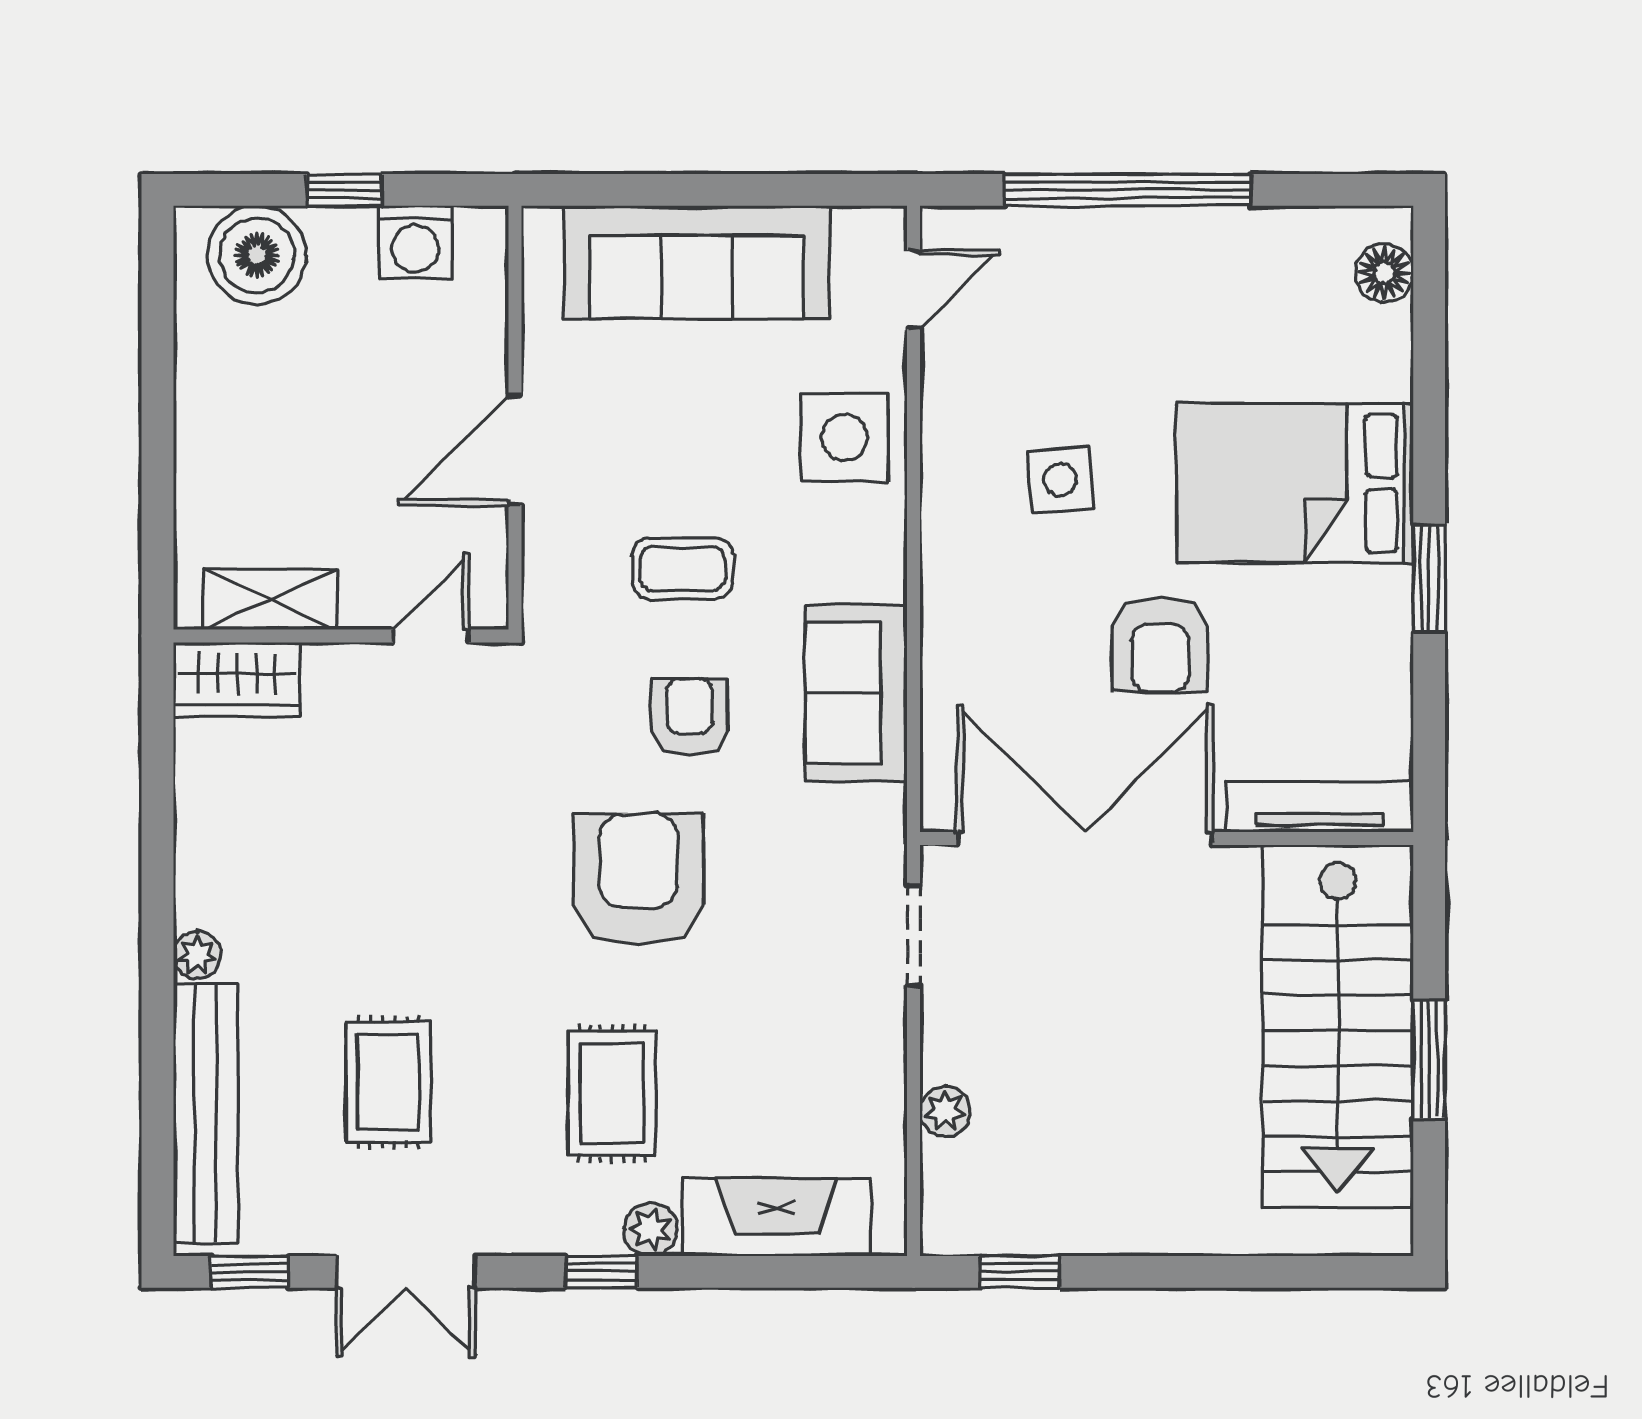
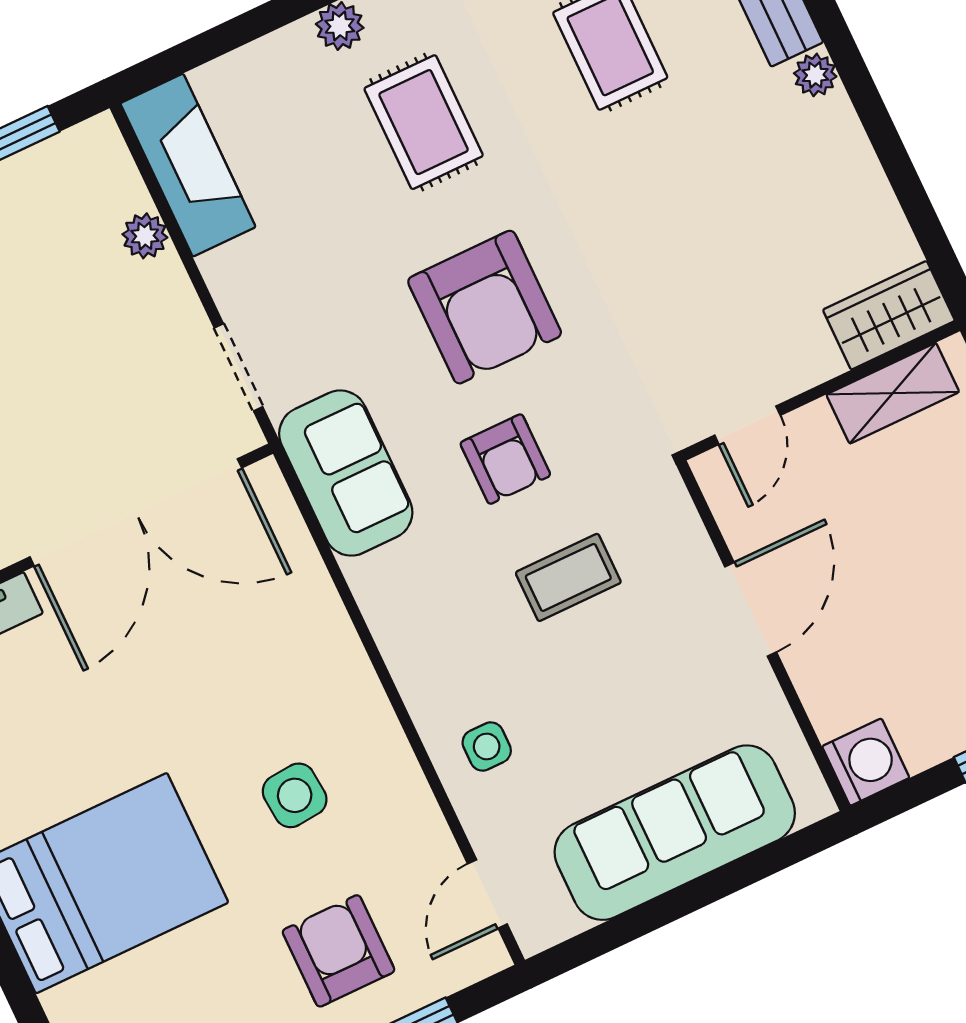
washing machine: (415, 242) -> (866, 762), moved, turned 90
side table: (844, 438) -> (487, 747), width x0.54, depth x0.54
armchair: (1160, 645) -> (338, 951), moved
sofa: (856, 693) -> (346, 473), moved
fireplace: (777, 1217) -> (188, 165), moved, turned -90

